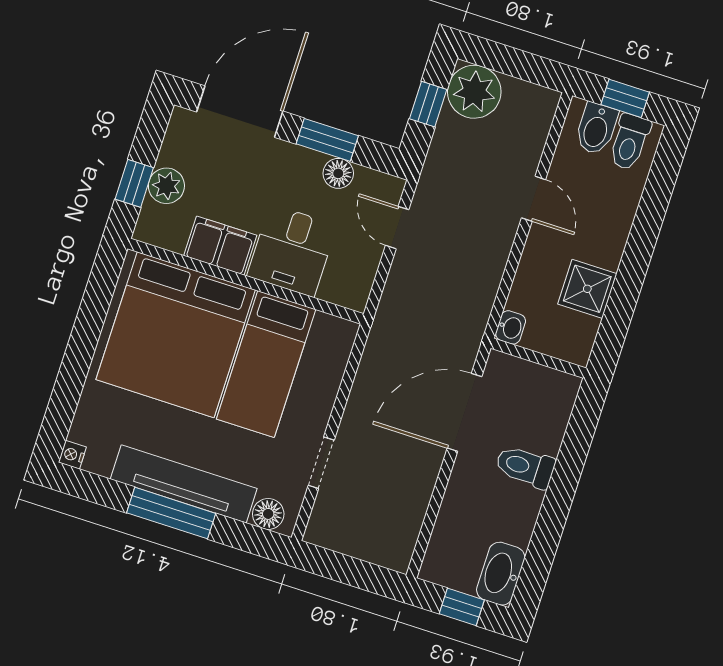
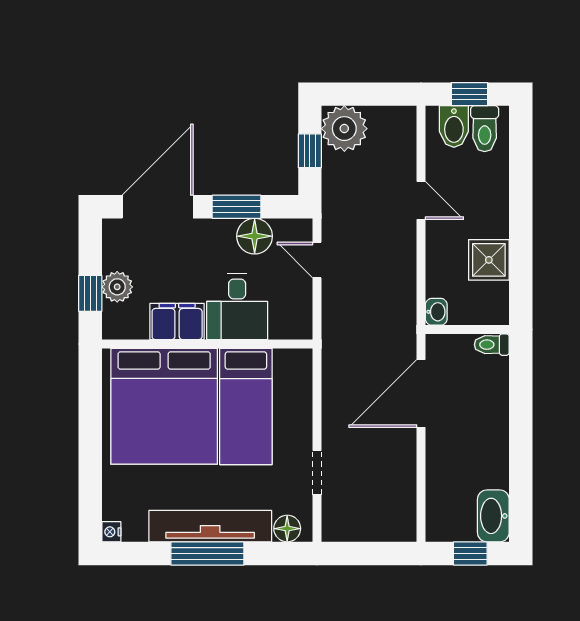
floor lamp: (338, 173) -> (255, 236), width x1.38, depth x1.38
toilet: (525, 467) -> (492, 345), moved, width x0.73, depth x0.72

